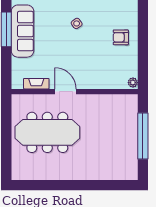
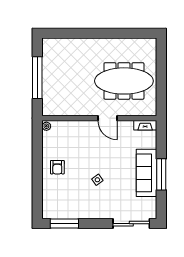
armchair: (121, 37) -> (57, 167), turned 90
fireplace: (36, 84) -> (145, 125), moved

